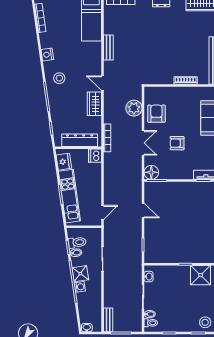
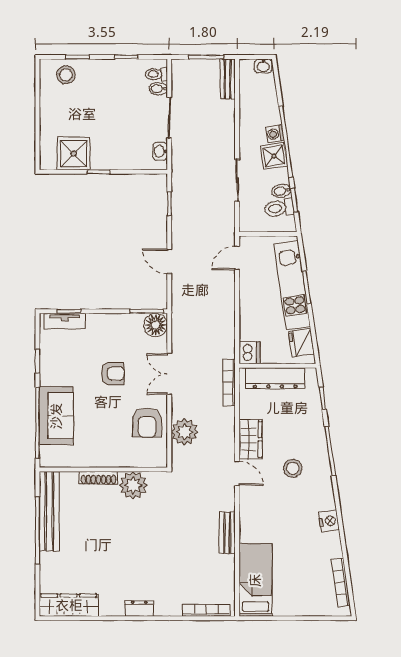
plant: (165, 76) -> (133, 485), added
stool: (59, 78) -> (293, 468), moved

